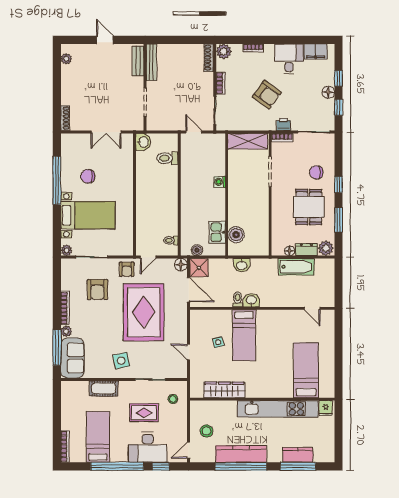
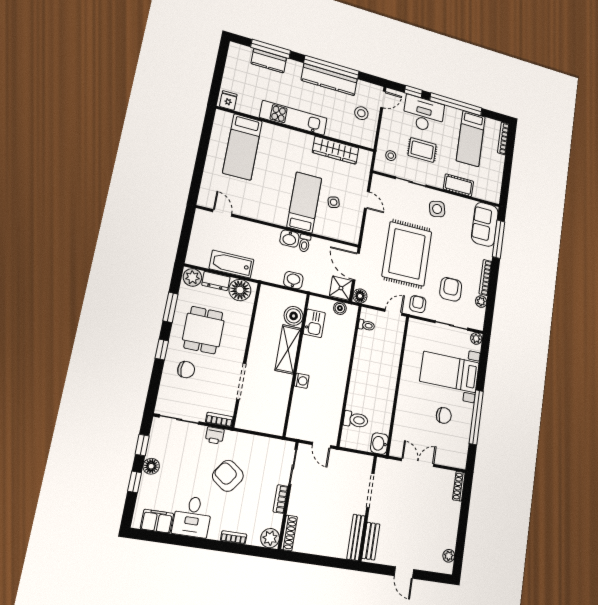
shelving: (248, 141) -> (288, 349), moved, turned 90
floor lamp: (289, 251) -> (240, 290), width x1.89, depth x1.89
plant: (66, 331) -> (481, 302), moved
kitchen unit: (278, 409) -> (293, 118), width x0.73

